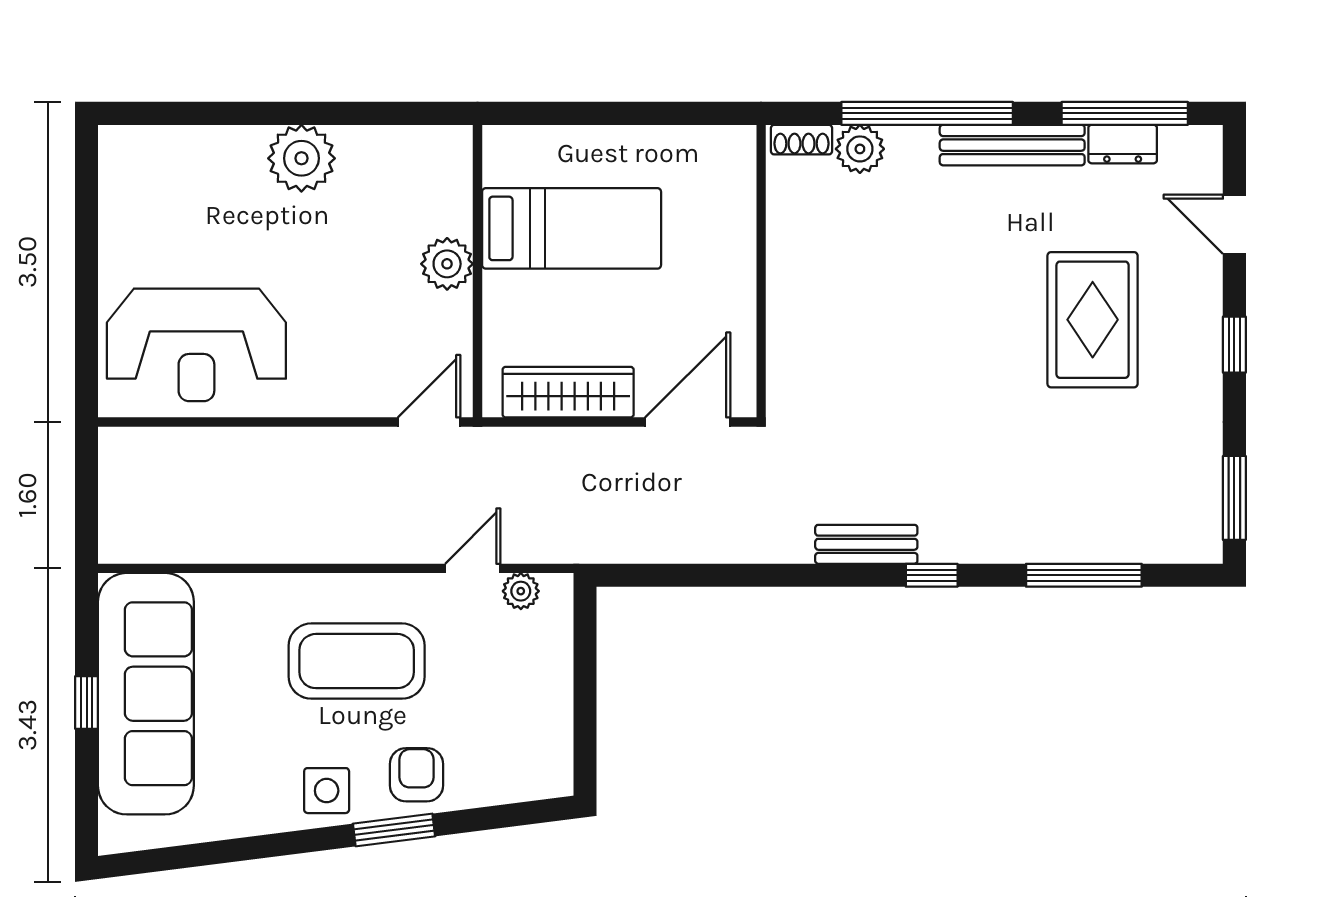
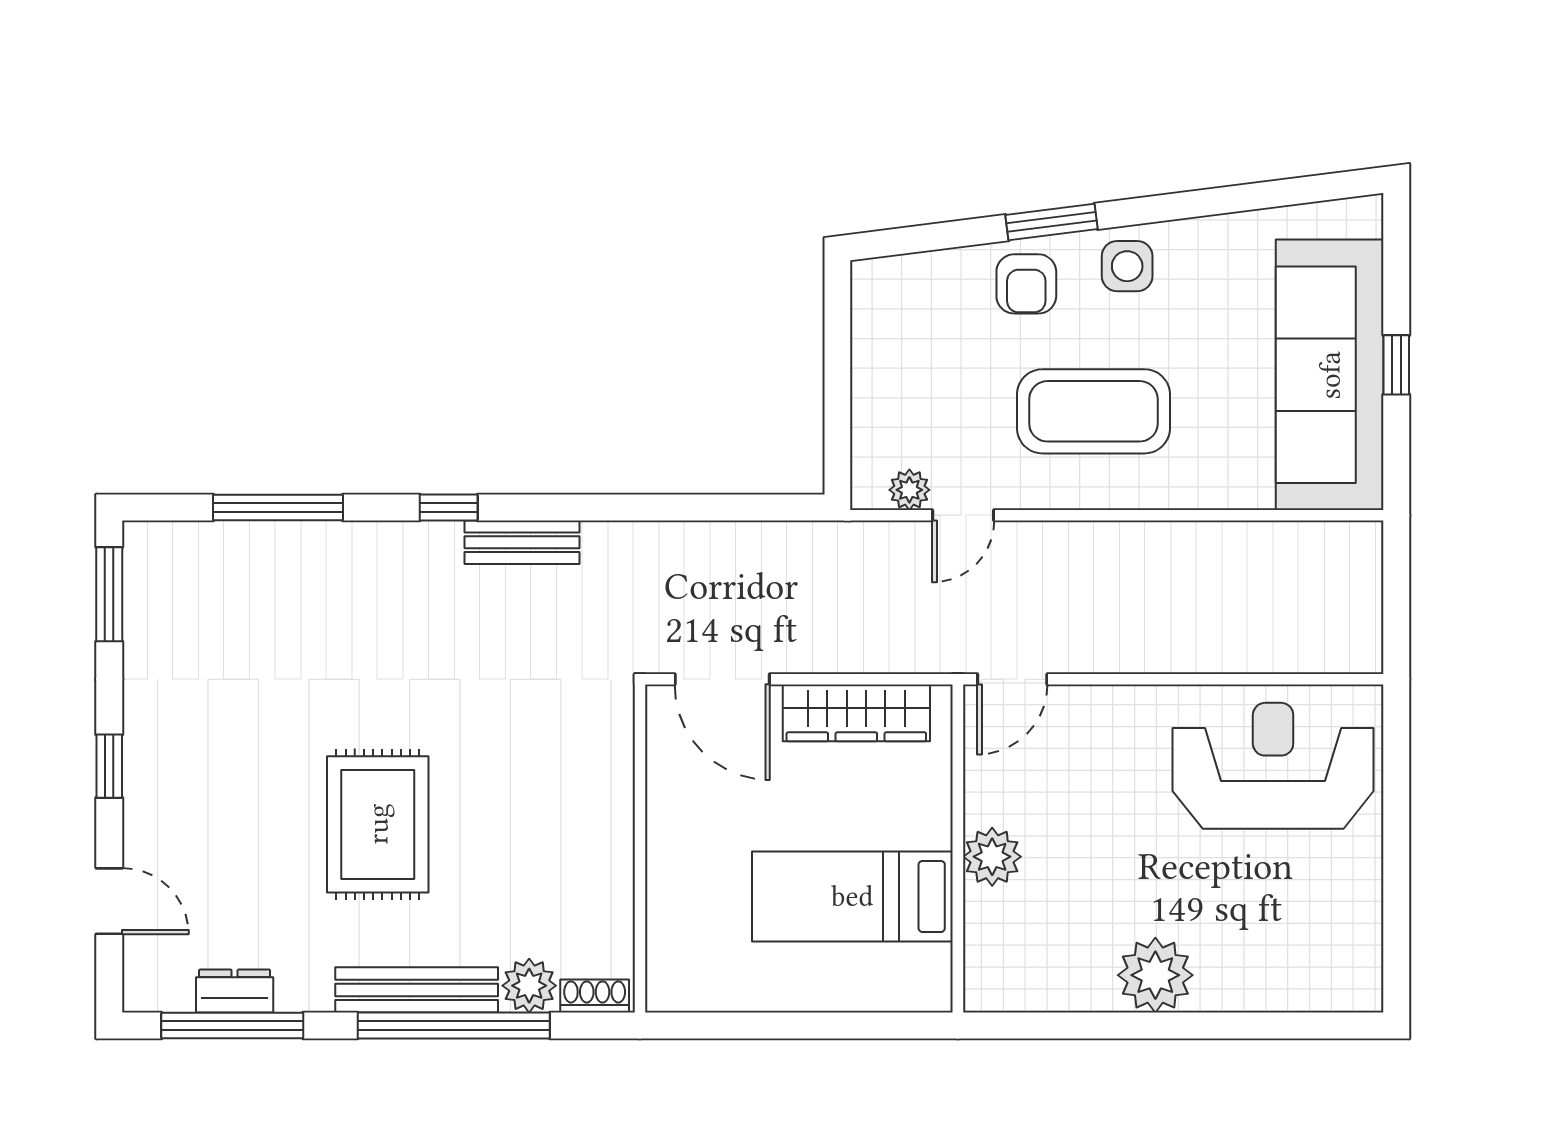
bench: (1012, 145) -> (417, 990), moved
rug: (1093, 320) -> (378, 824), moved
door: (688, 422) -> (722, 679), hinge flipped

